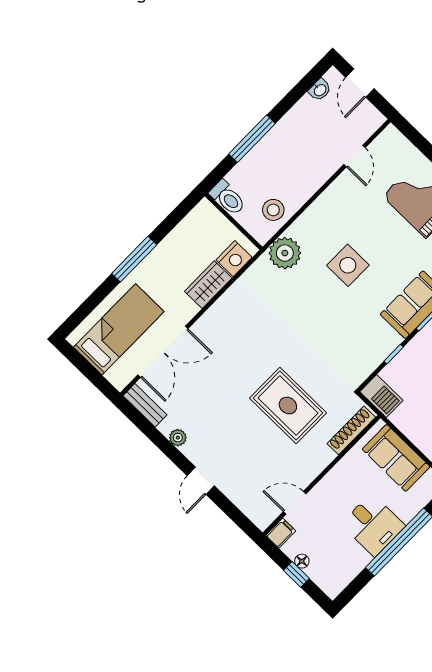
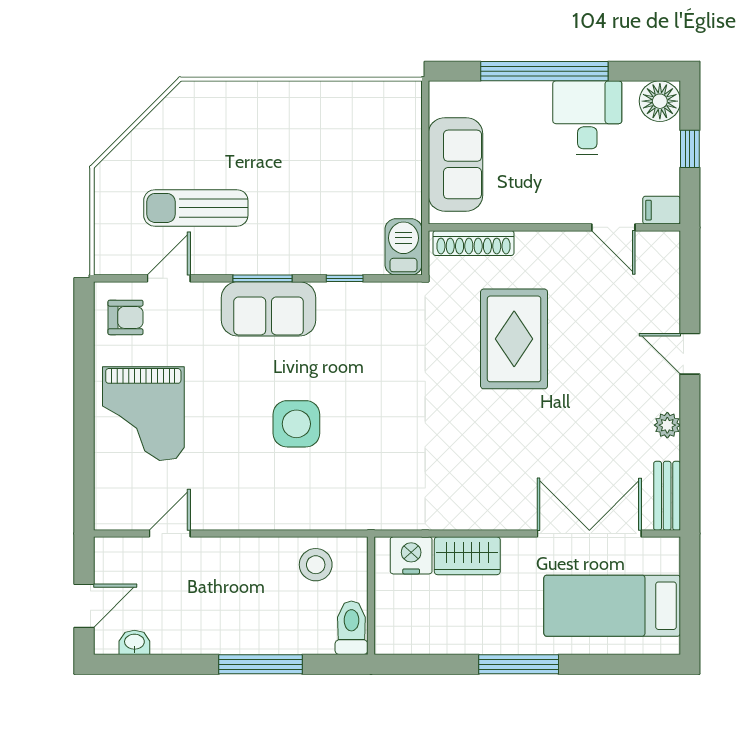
plant: (285, 253) -> (350, 506), removed
door: (201, 481) -> (690, 354), swing flipped
desk: (373, 525) -> (587, 118), moved
floor lamp: (302, 561) -> (660, 101), moved, width x1.89, depth x1.89

